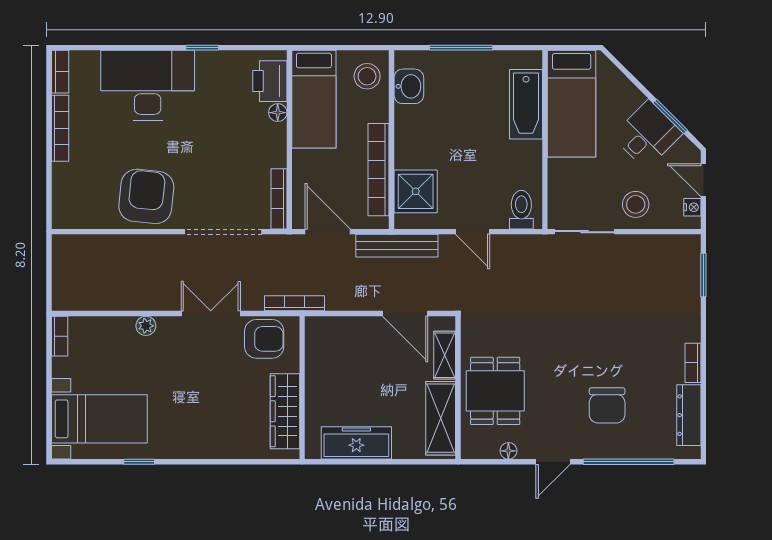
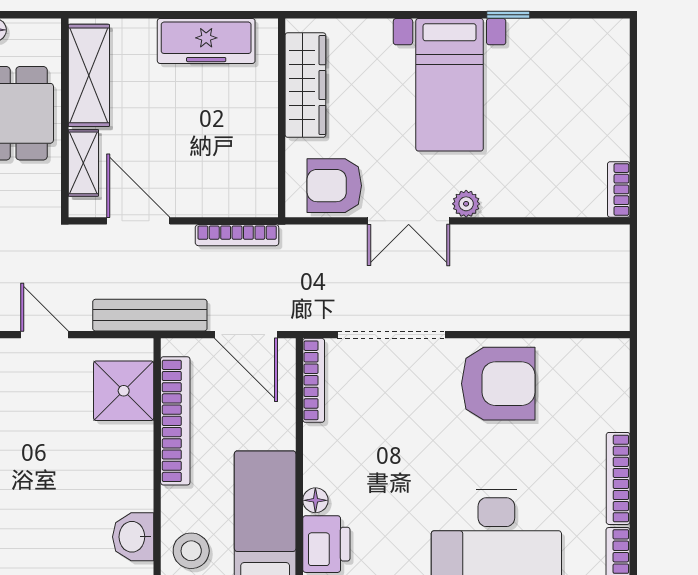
armchair: (146, 196) -> (498, 384), turned -96
bookcase: (294, 303) -> (237, 235), moved
plant: (146, 326) -> (466, 204), moved
bed with nightstands: (99, 419) -> (450, 85), moved, turned -90

